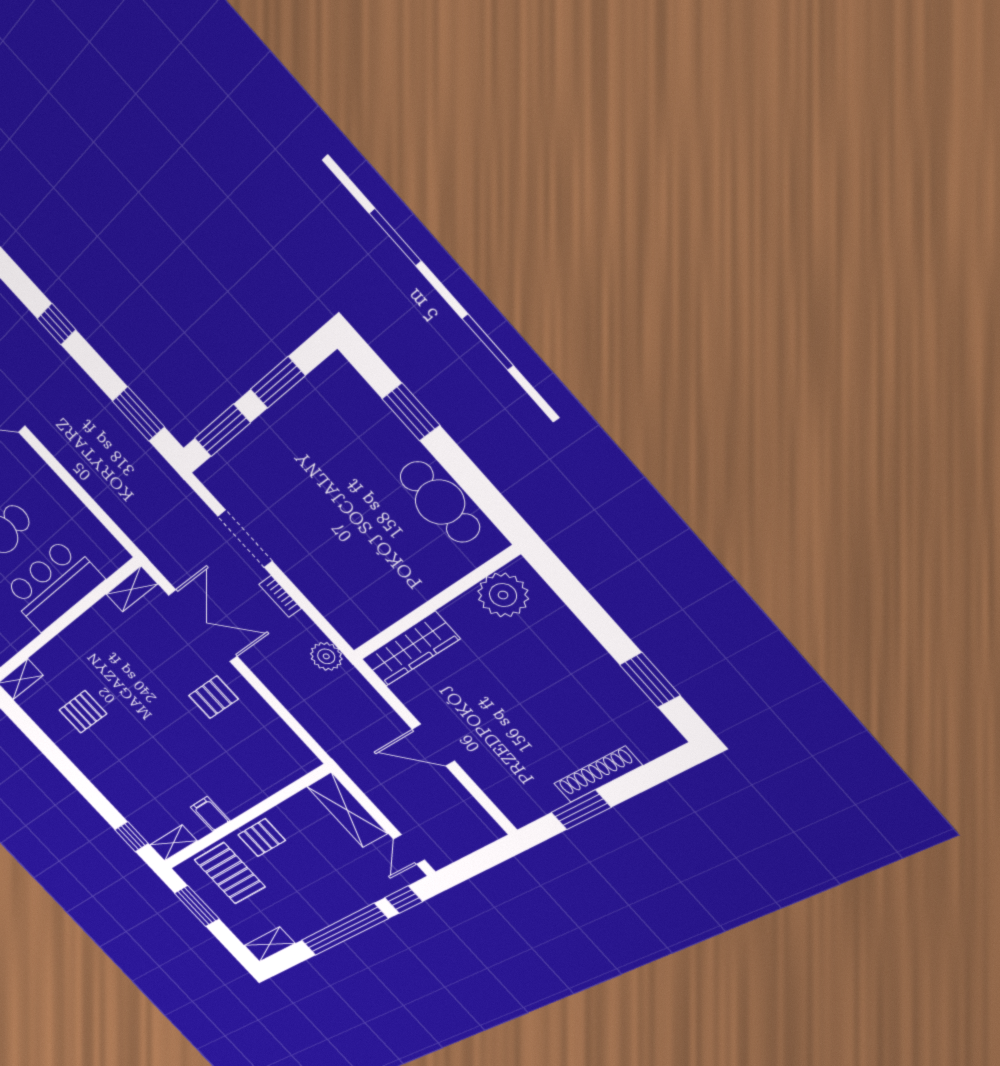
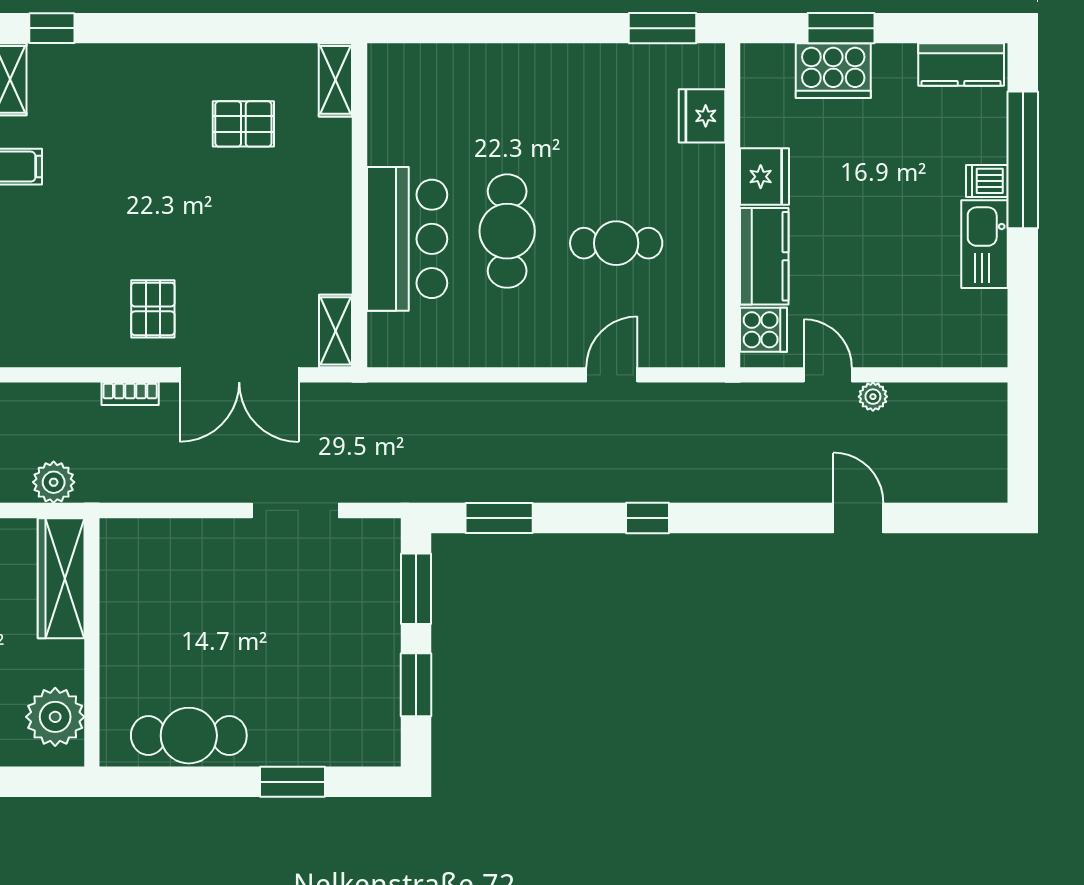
bookcase: (280, 596) -> (130, 394), moved, turned 180
plant: (326, 656) -> (54, 482), moved
pallet: (83, 712) -> (243, 124), turned 90

